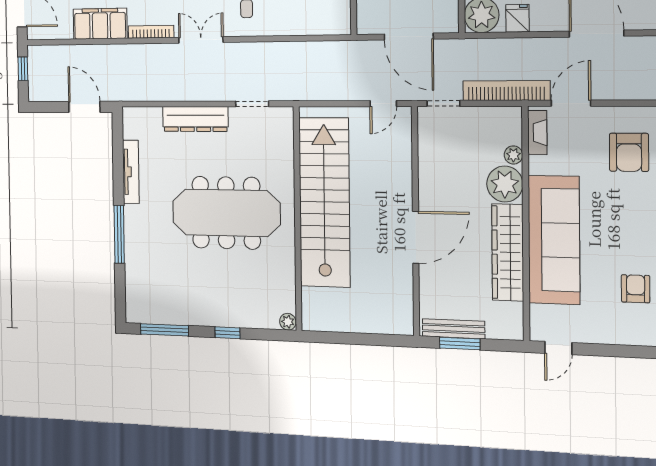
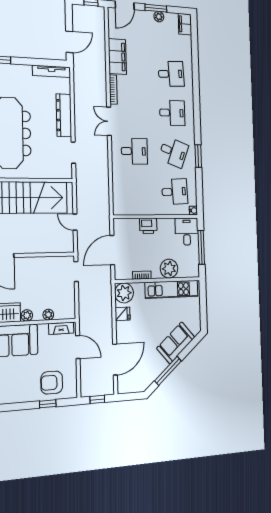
double door: (201, 40) -> (109, 121), swing flipped
bookcase: (506, 91) -> (84, 309), removed
door: (383, 104) -> (75, 222), moved
tv unit: (131, 172) -> (52, 71), moved
plant: (505, 184) -> (27, 315), width x0.53, depth x0.53

